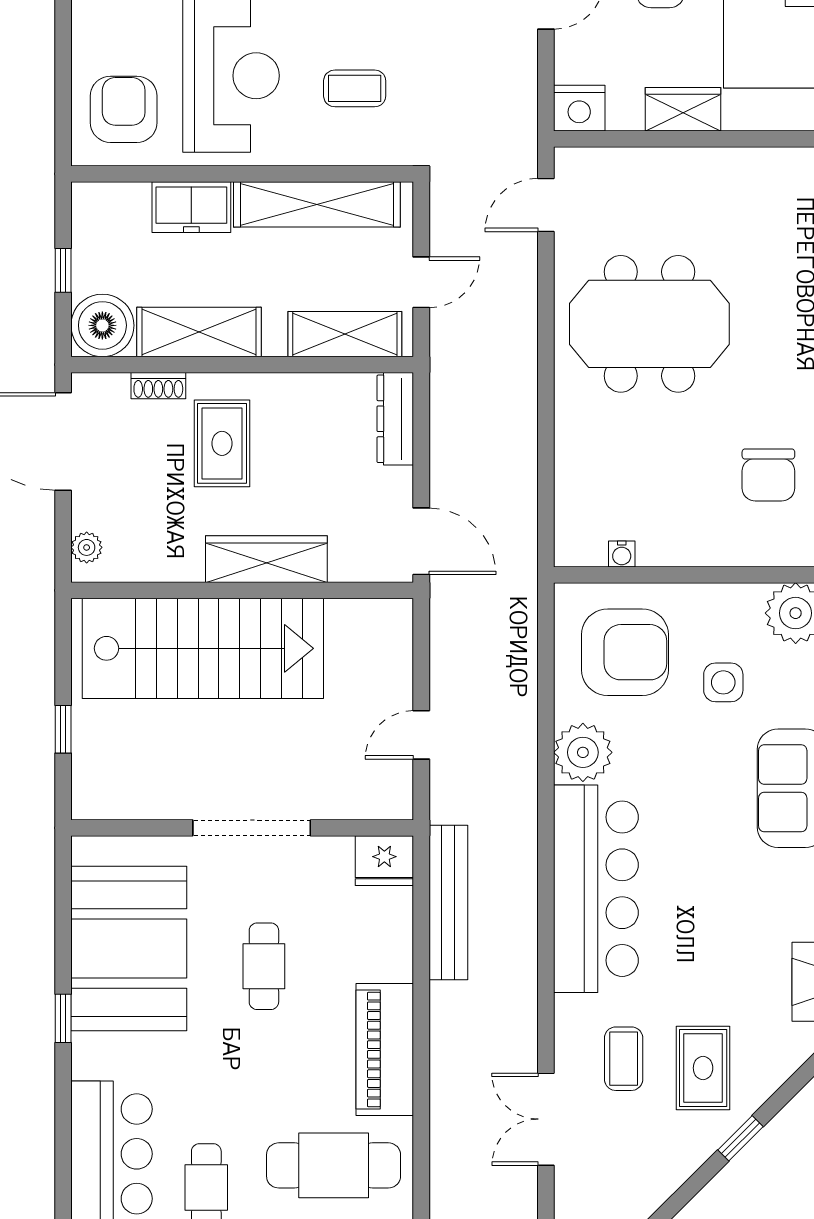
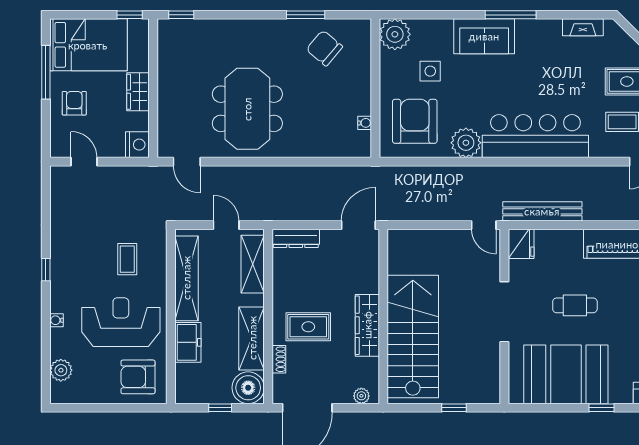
chair: (768, 475) -> (324, 48), turned -140
wardrobe: (266, 559) -> (367, 325), moved
door: (421, 735) -> (484, 225), moved

